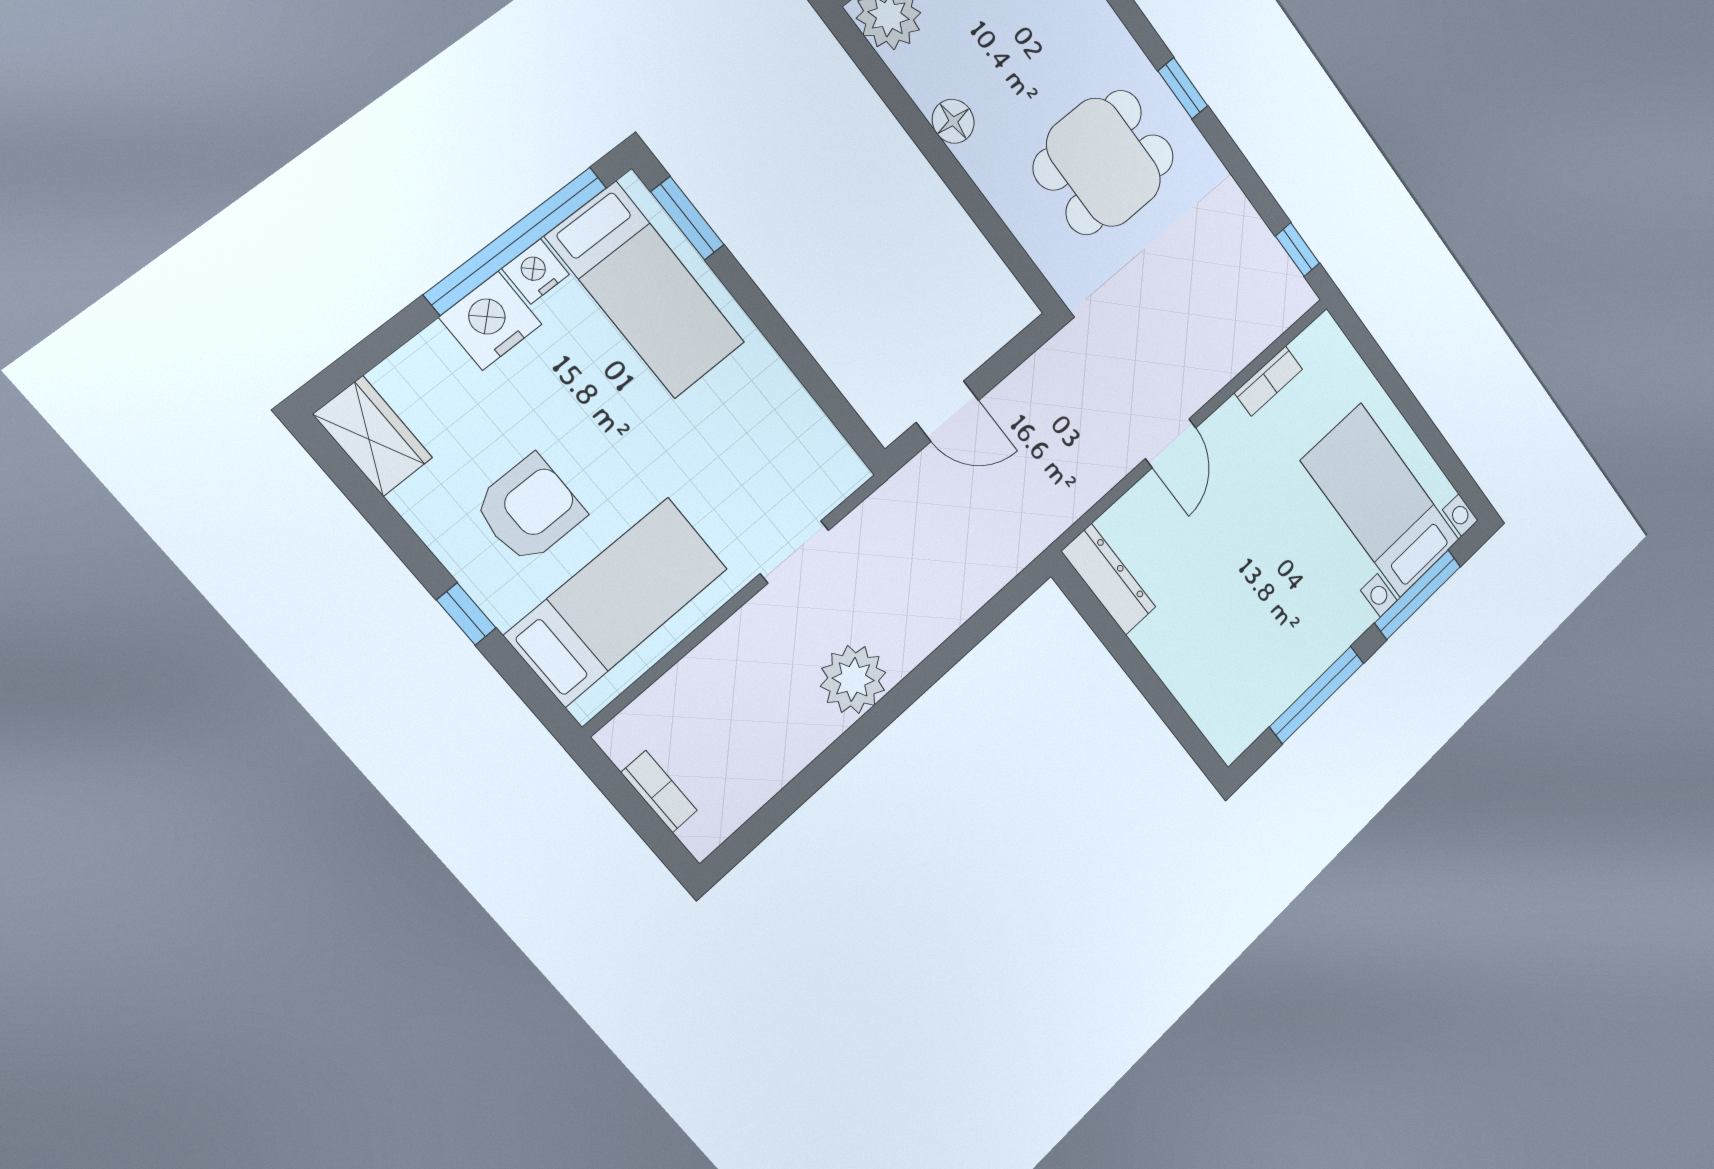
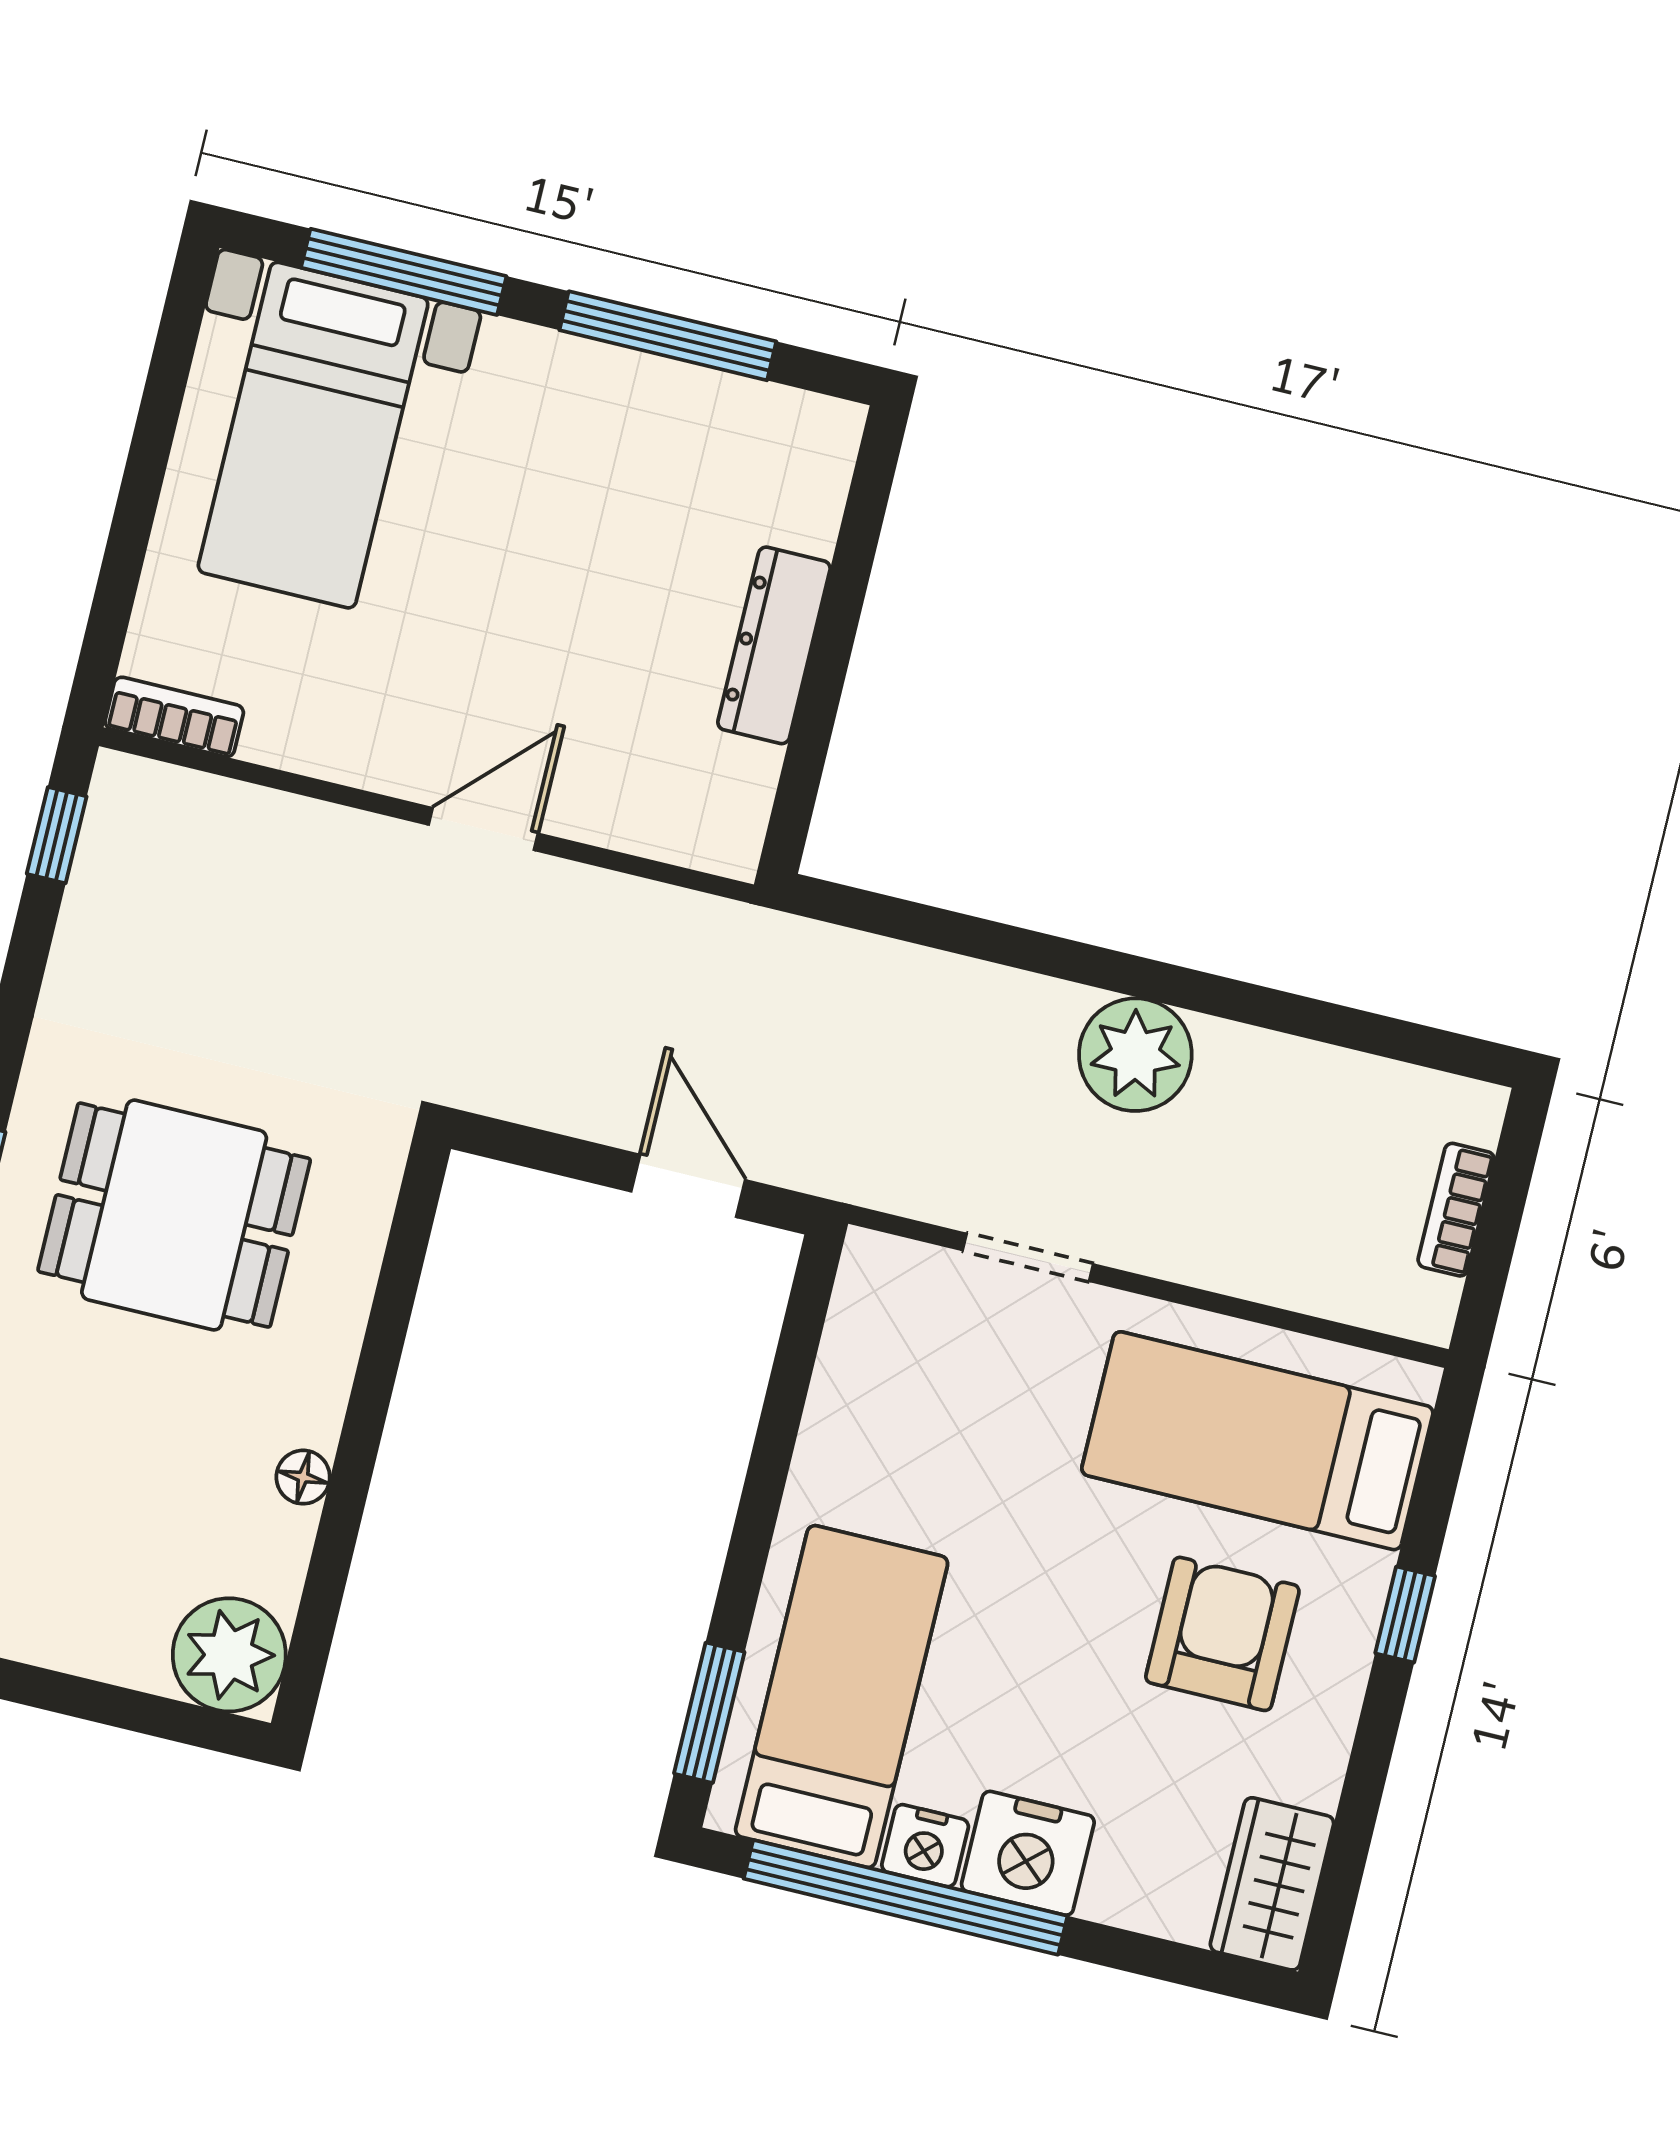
floor lamp: (953, 121) -> (303, 1477), width x0.73, depth x0.73
bookcase: (1268, 381) -> (174, 717), moved
armchair: (530, 509) -> (1222, 1634), turned 90
dresser: (1108, 579) -> (774, 645), moved

